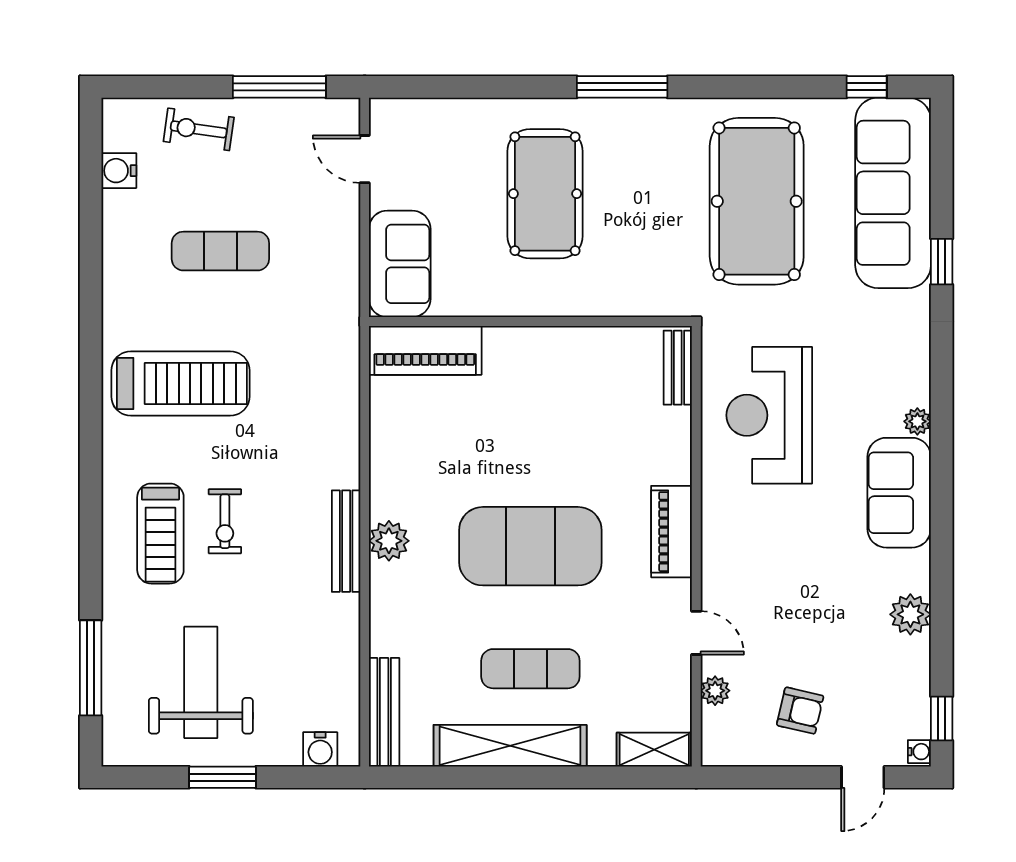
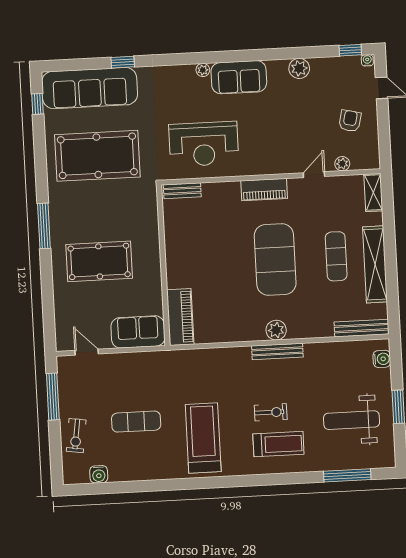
door: (365, 159) -> (87, 352), swing flipped
exercise mat: (220, 251) -> (136, 422), turned 90

